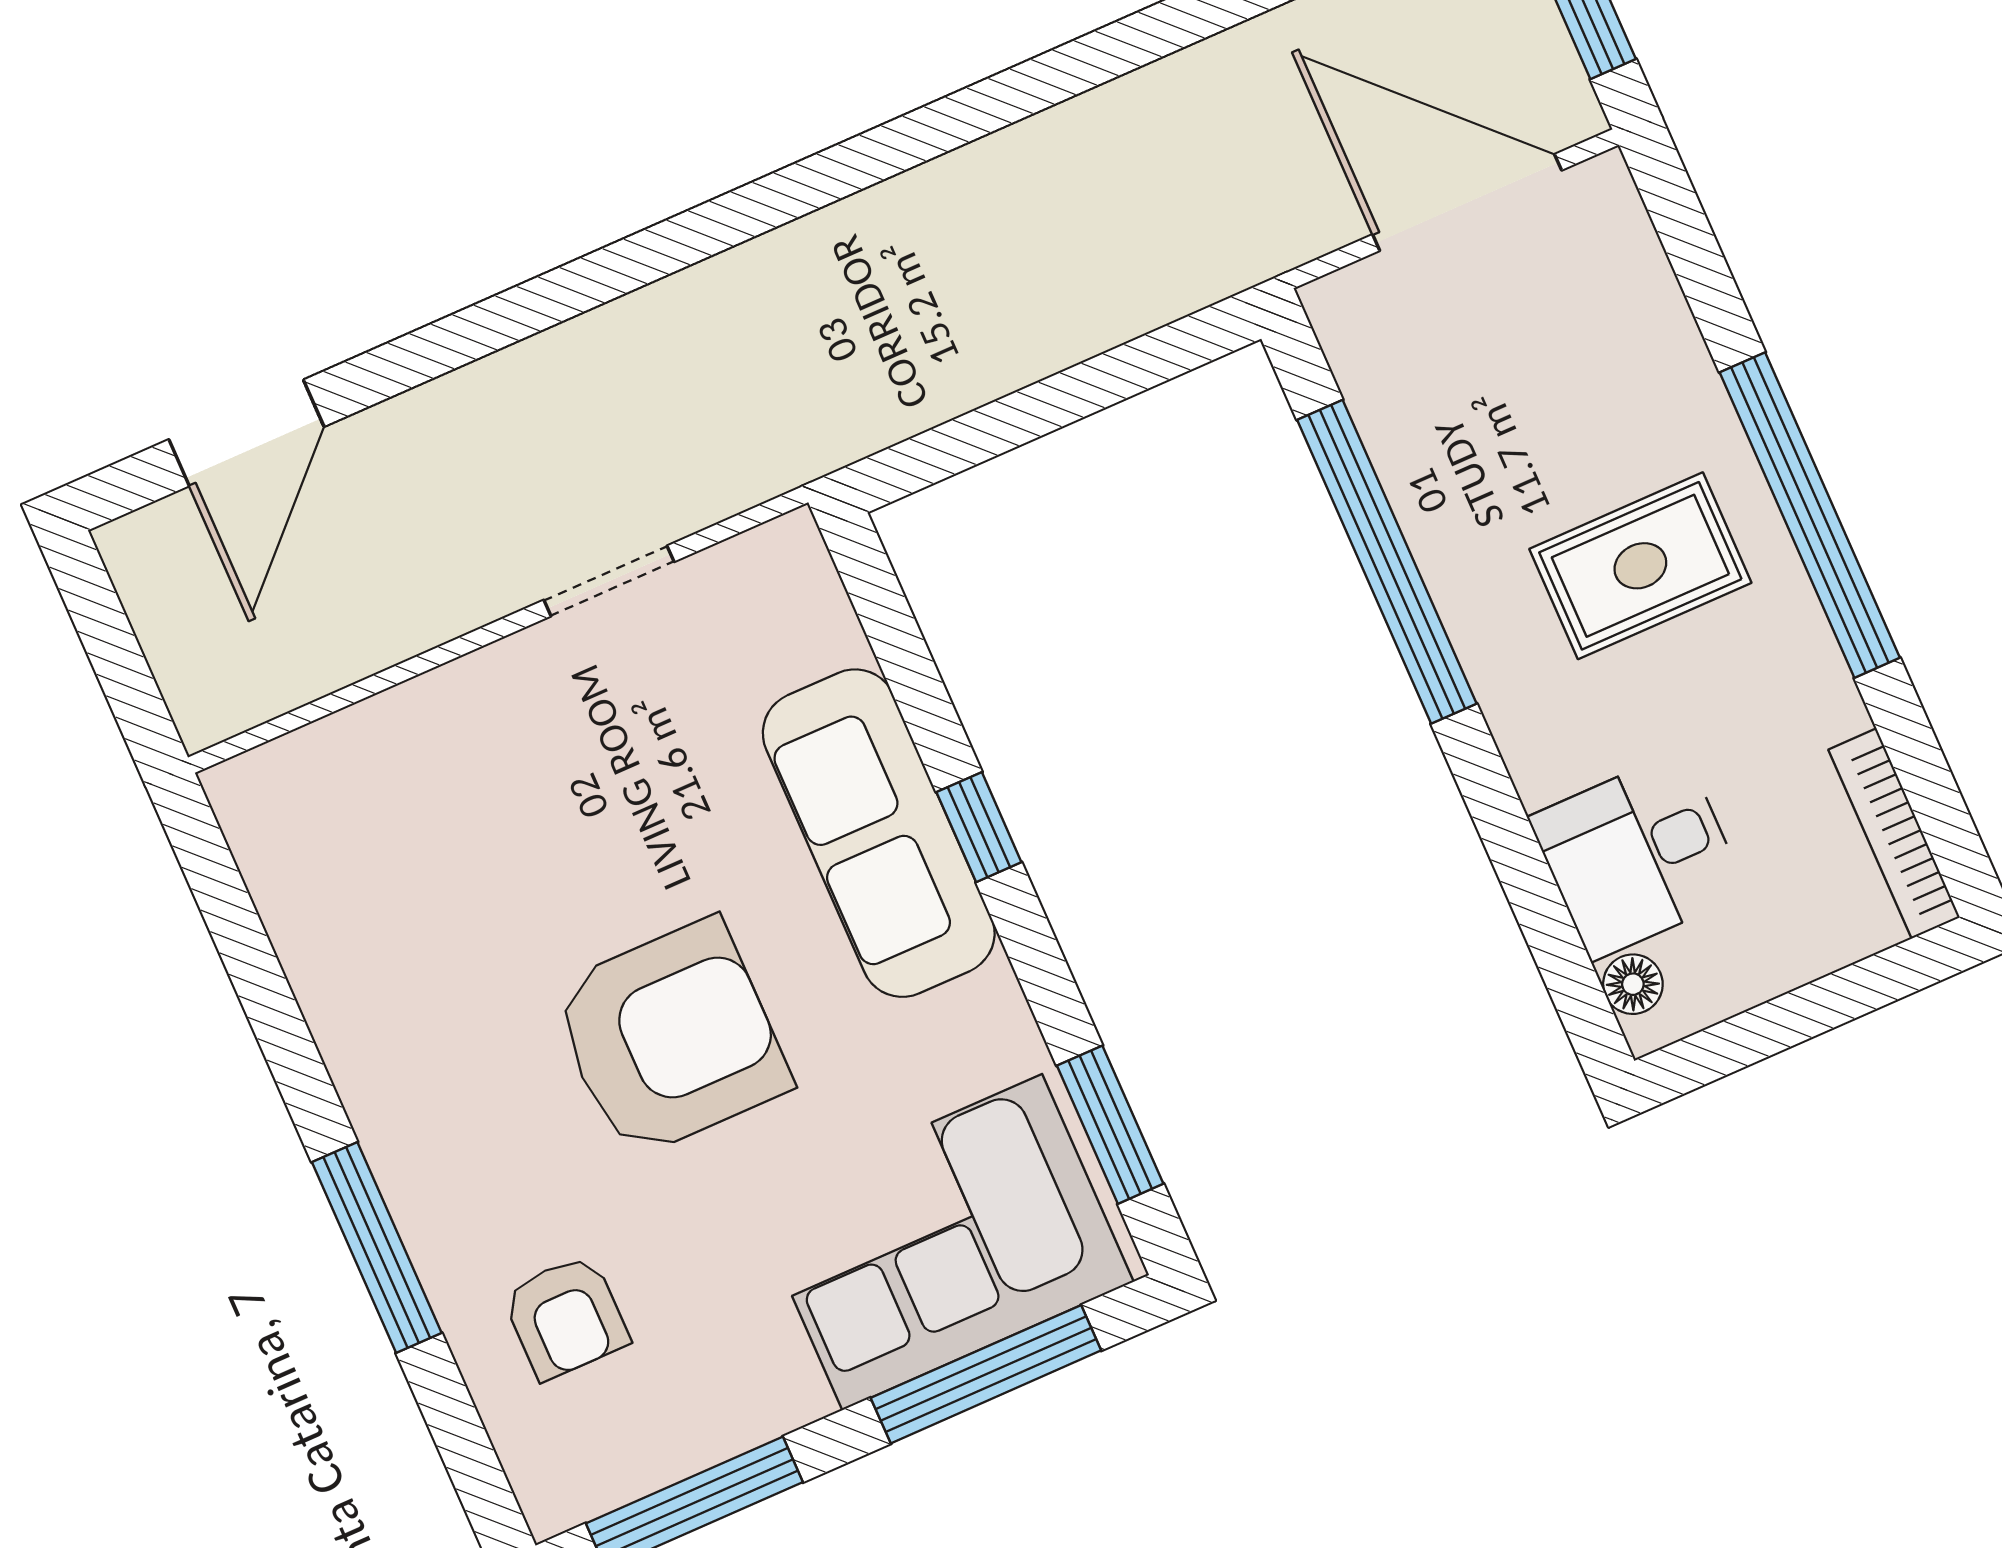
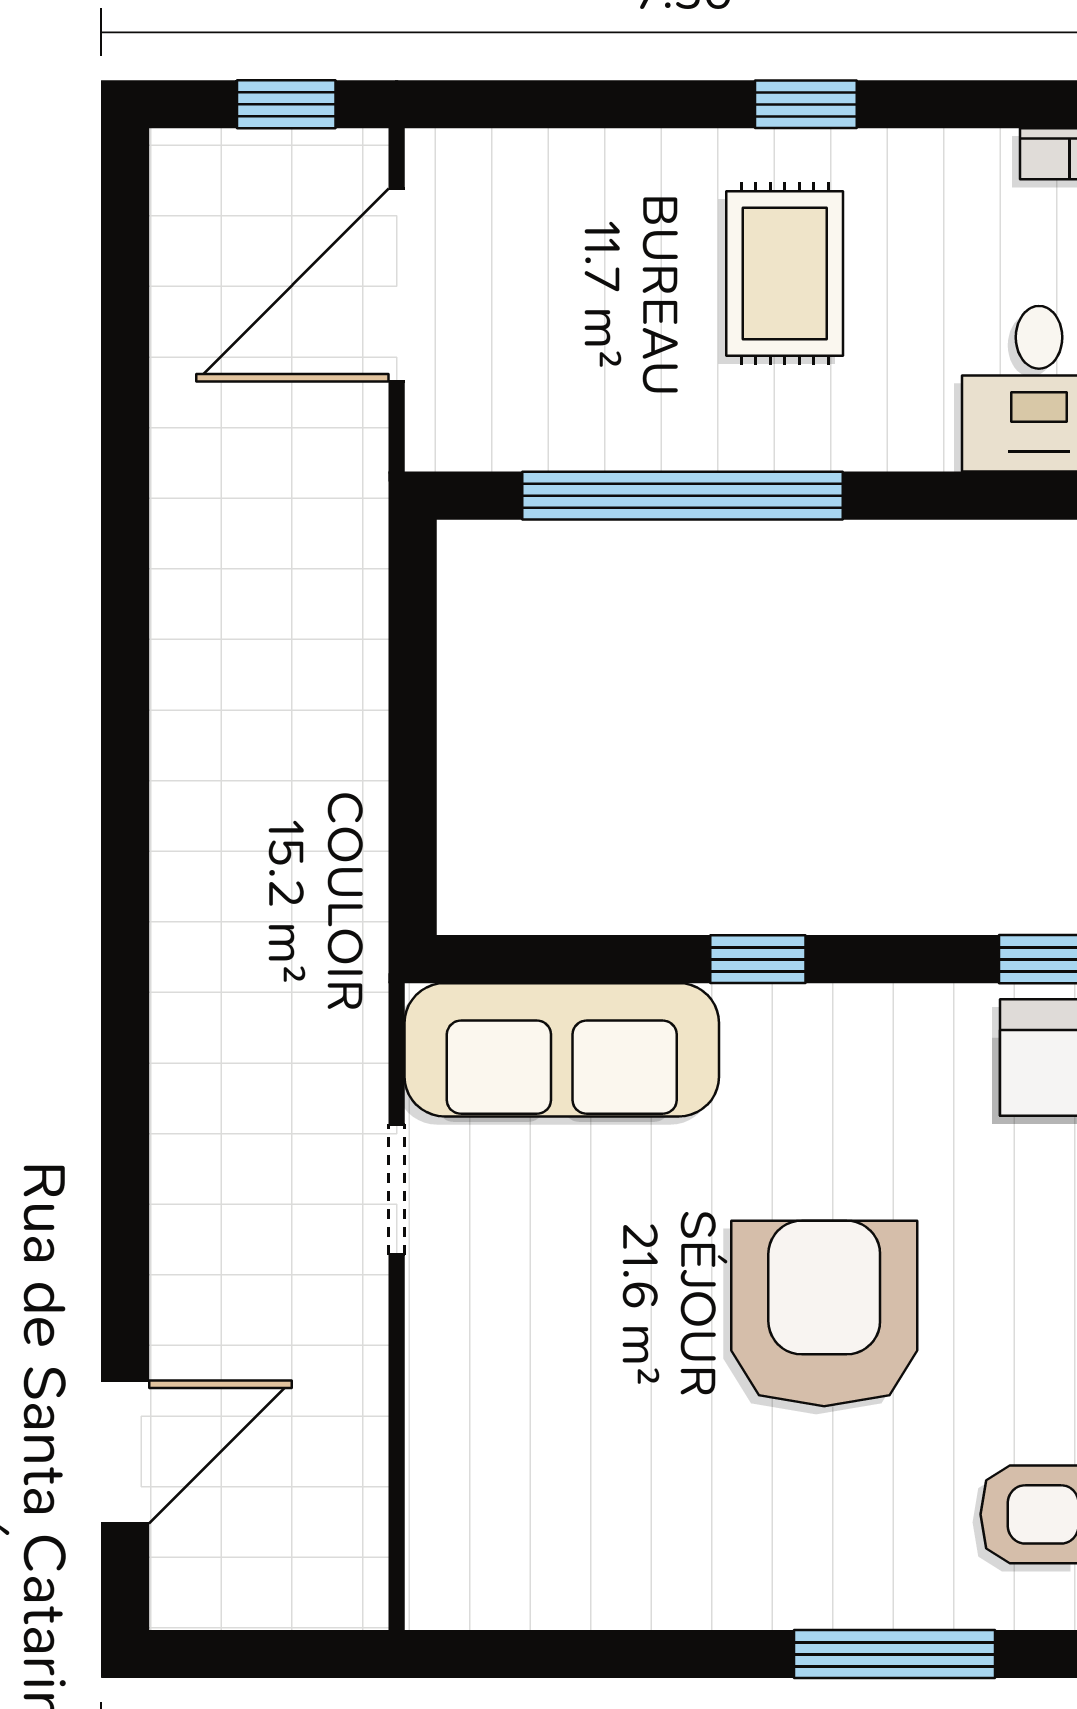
door: (246, 433) -> (125, 1452), hinge flipped
window: (1810, 515) -> (806, 104), width x0.32
sofa: (879, 833) -> (562, 1050), moved

